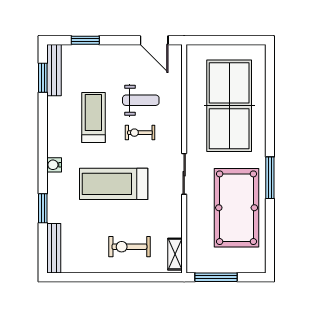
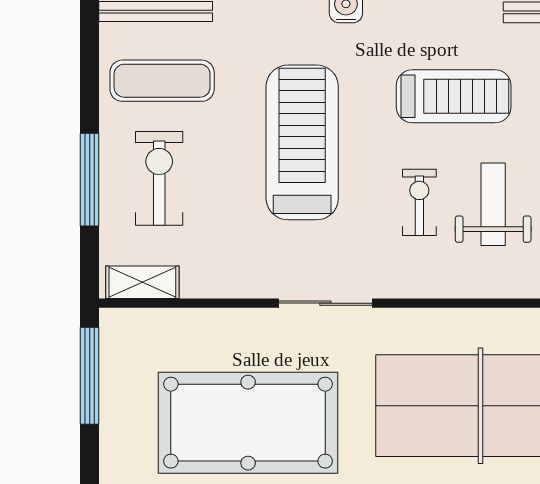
weight bench: (141, 100) -> (493, 204), turned 180
exercise mat: (87, 245) -> (162, 81), added
window: (130, 277) -> (90, 180), added

